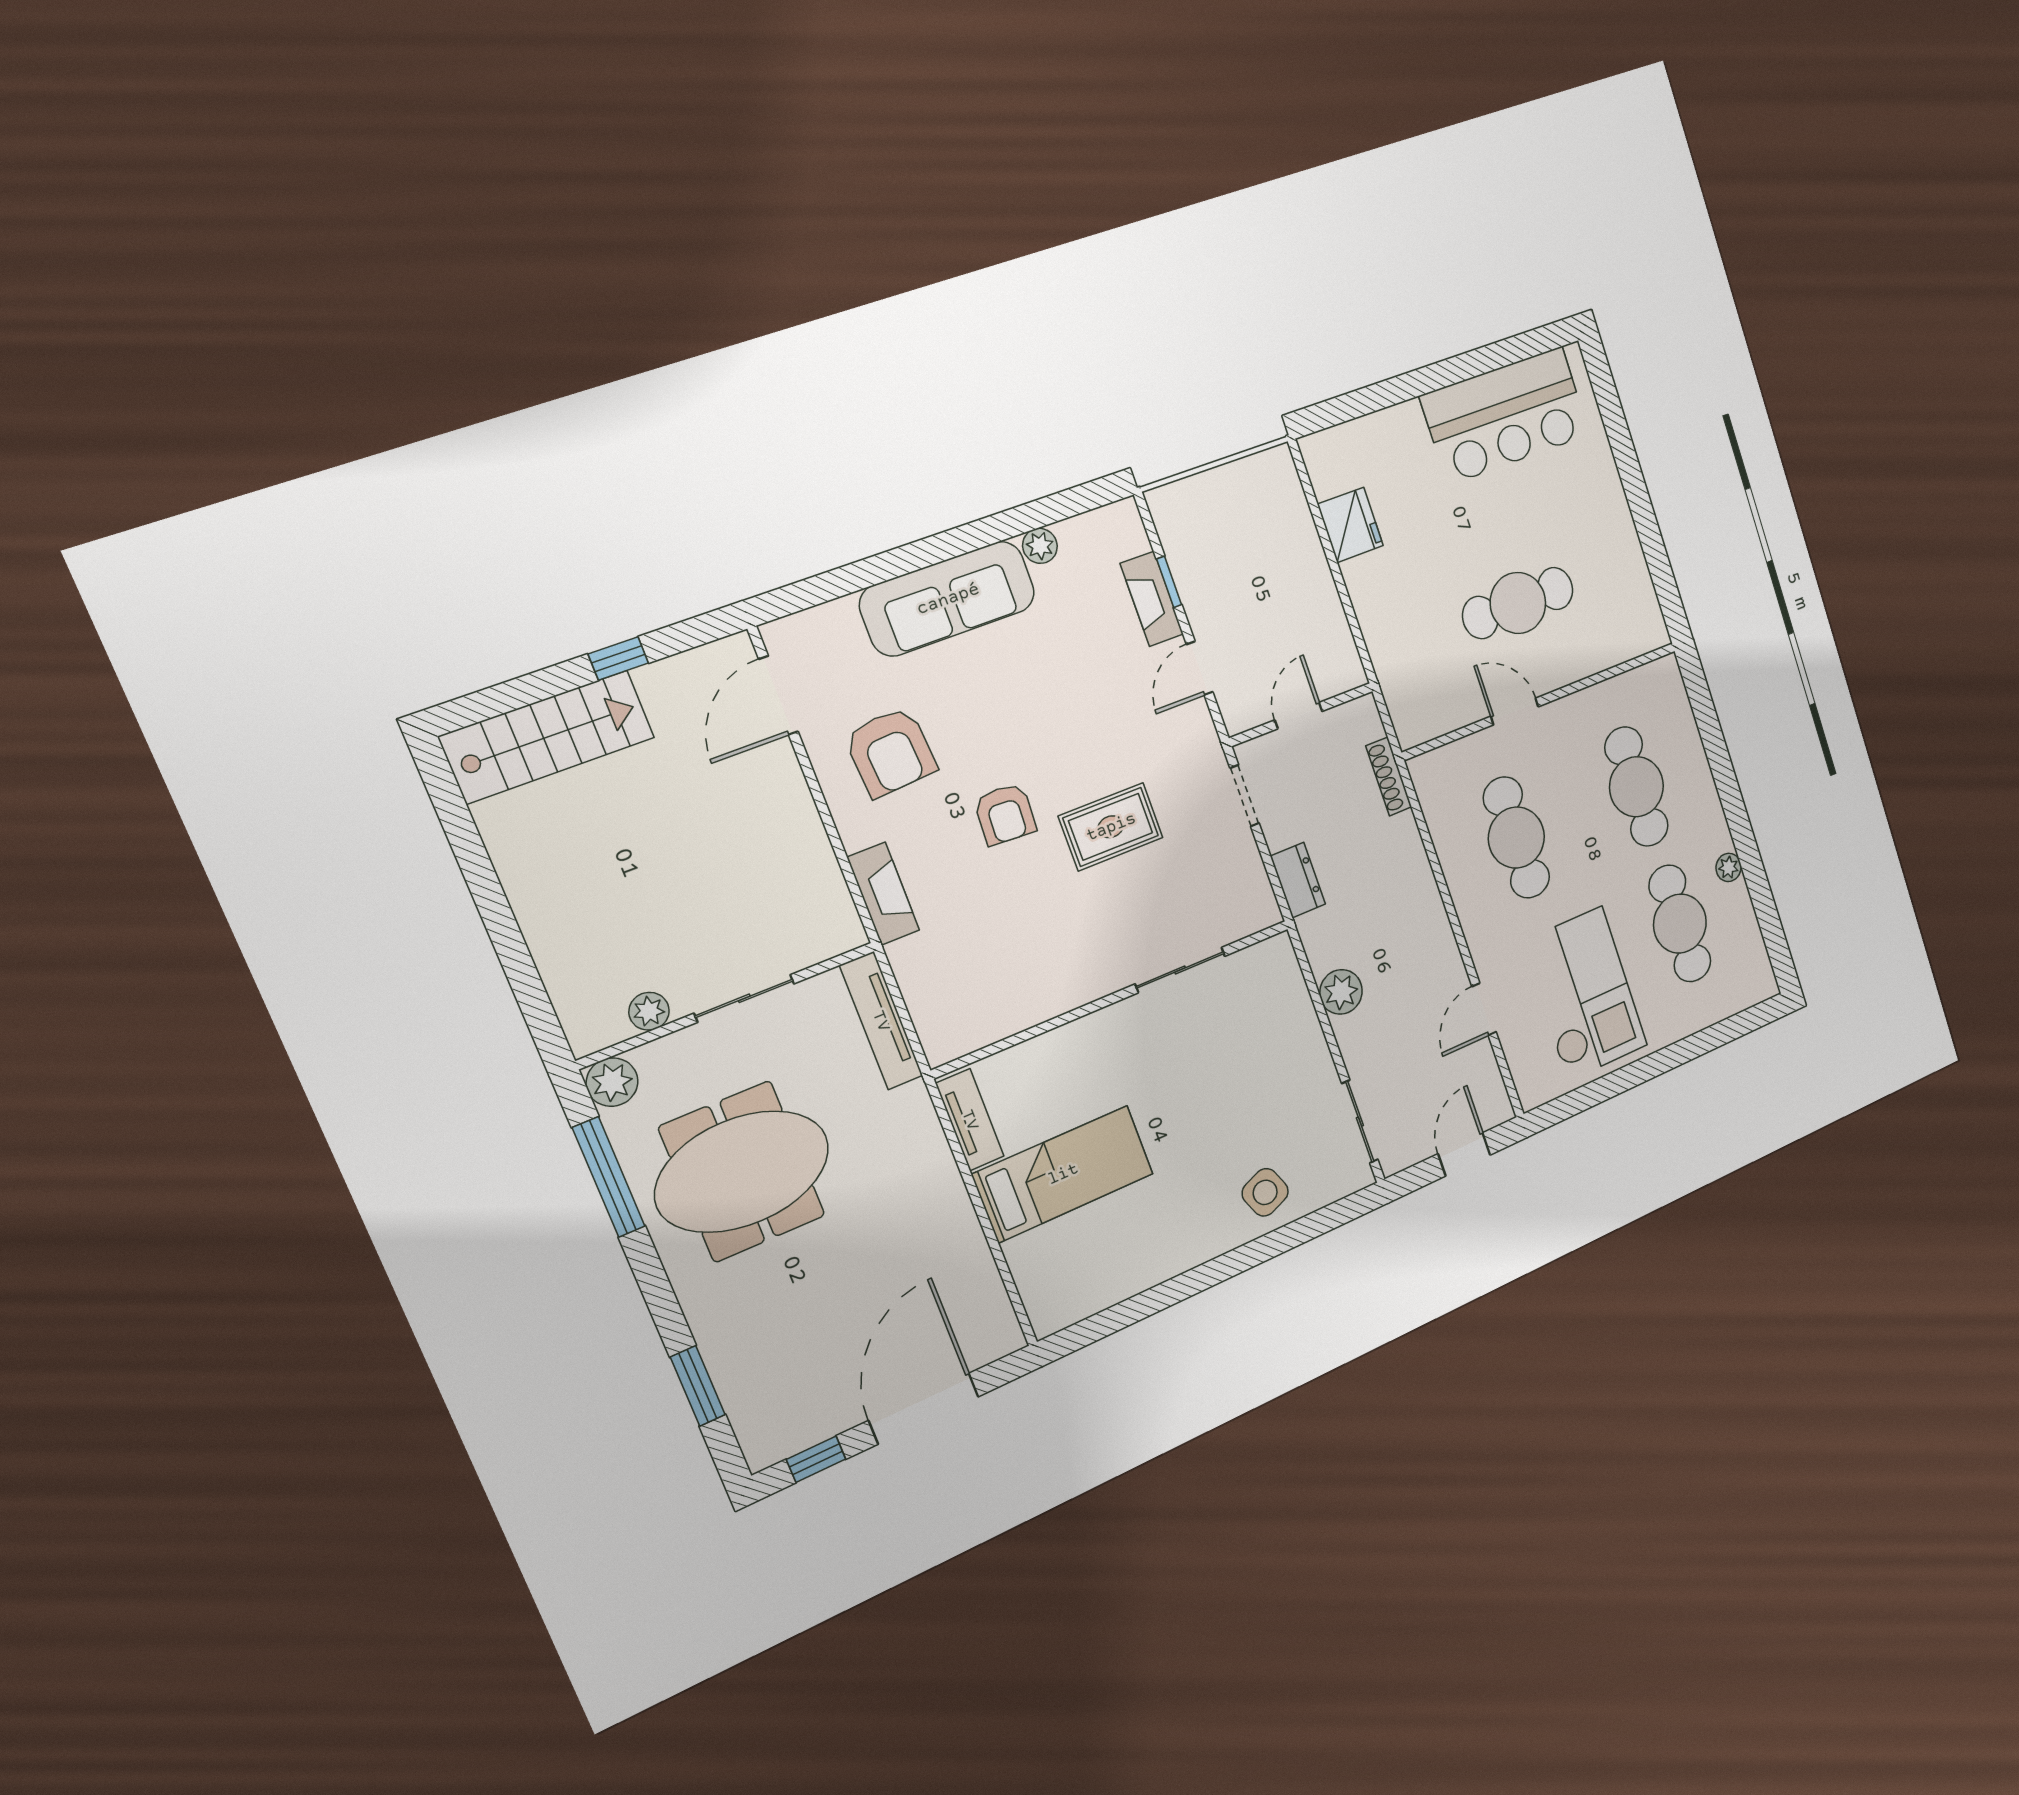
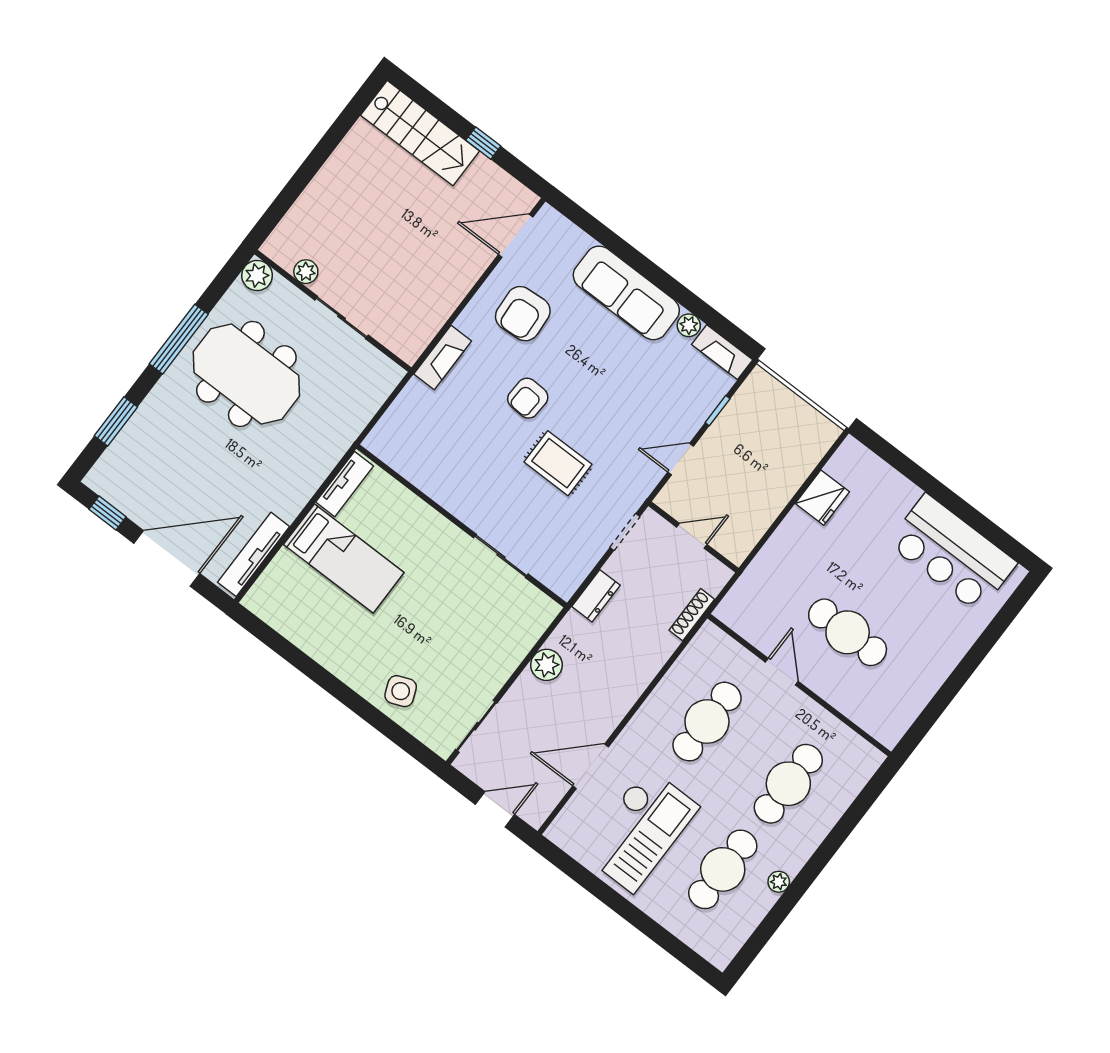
fireplace: (1152, 599) -> (722, 352), moved, turned -90
door: (1484, 1009) -> (591, 766), width x1.38
tv unit: (881, 1021) -> (254, 554), moved
window: (609, 1177) -> (179, 339), moved

